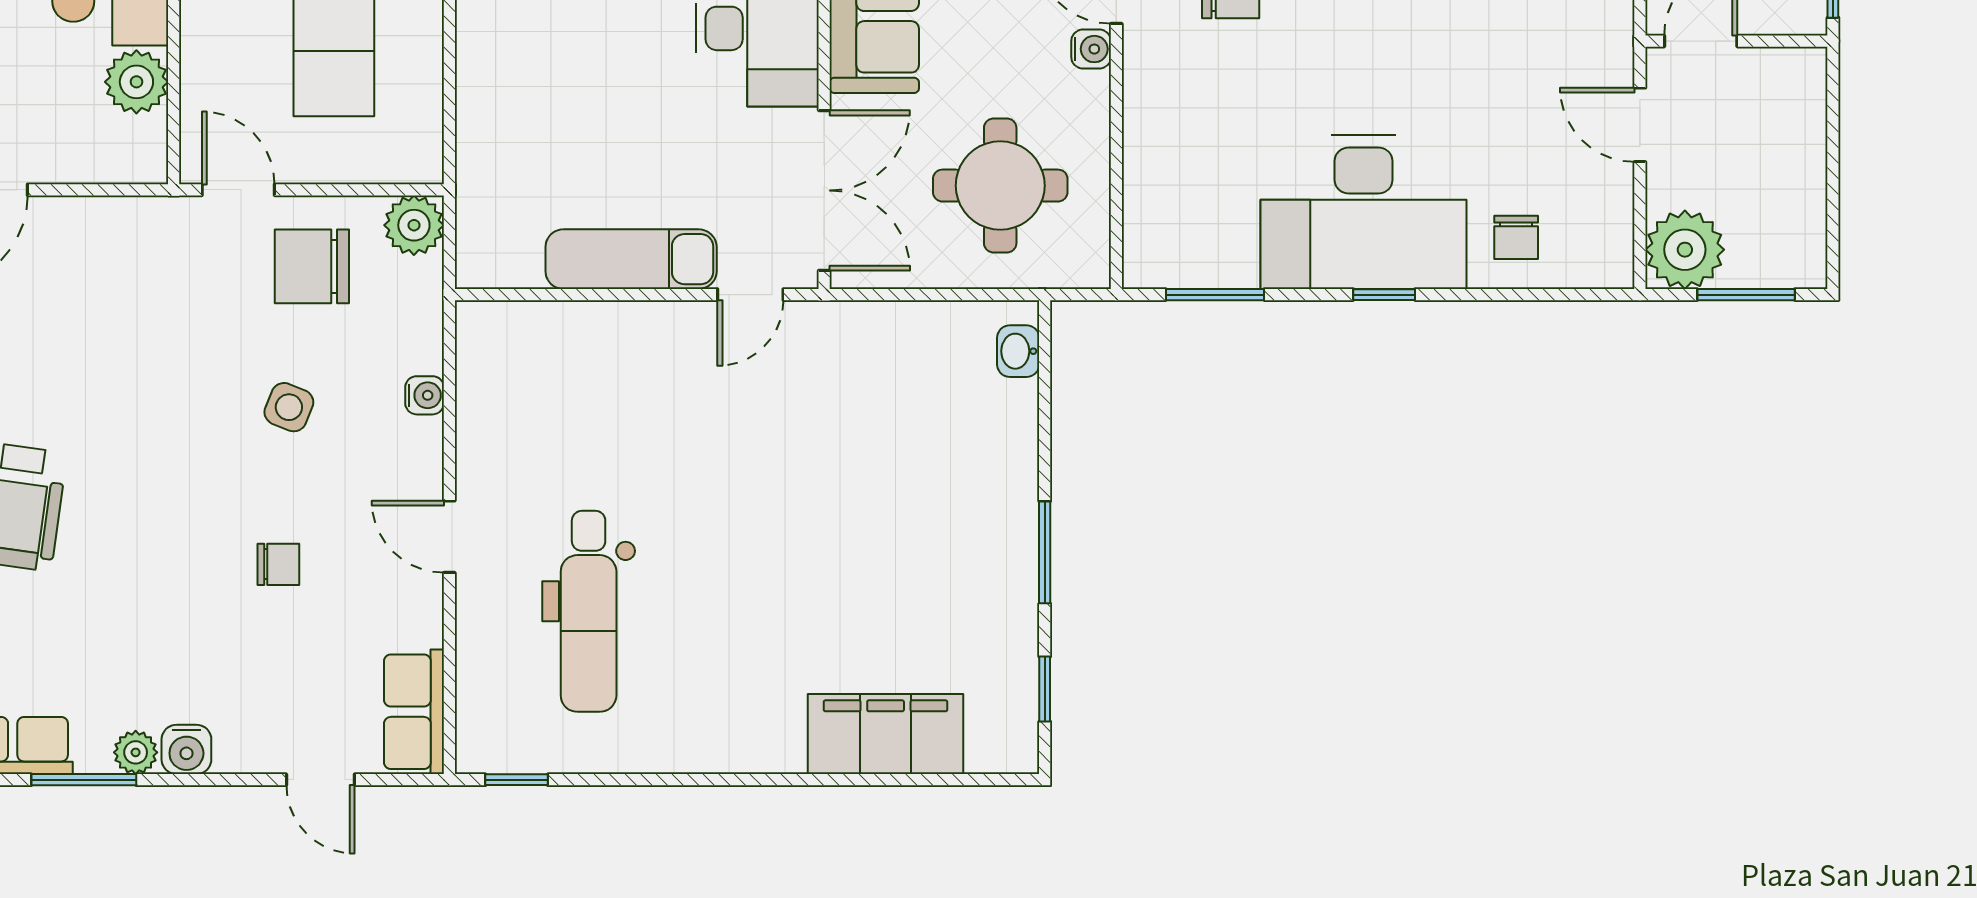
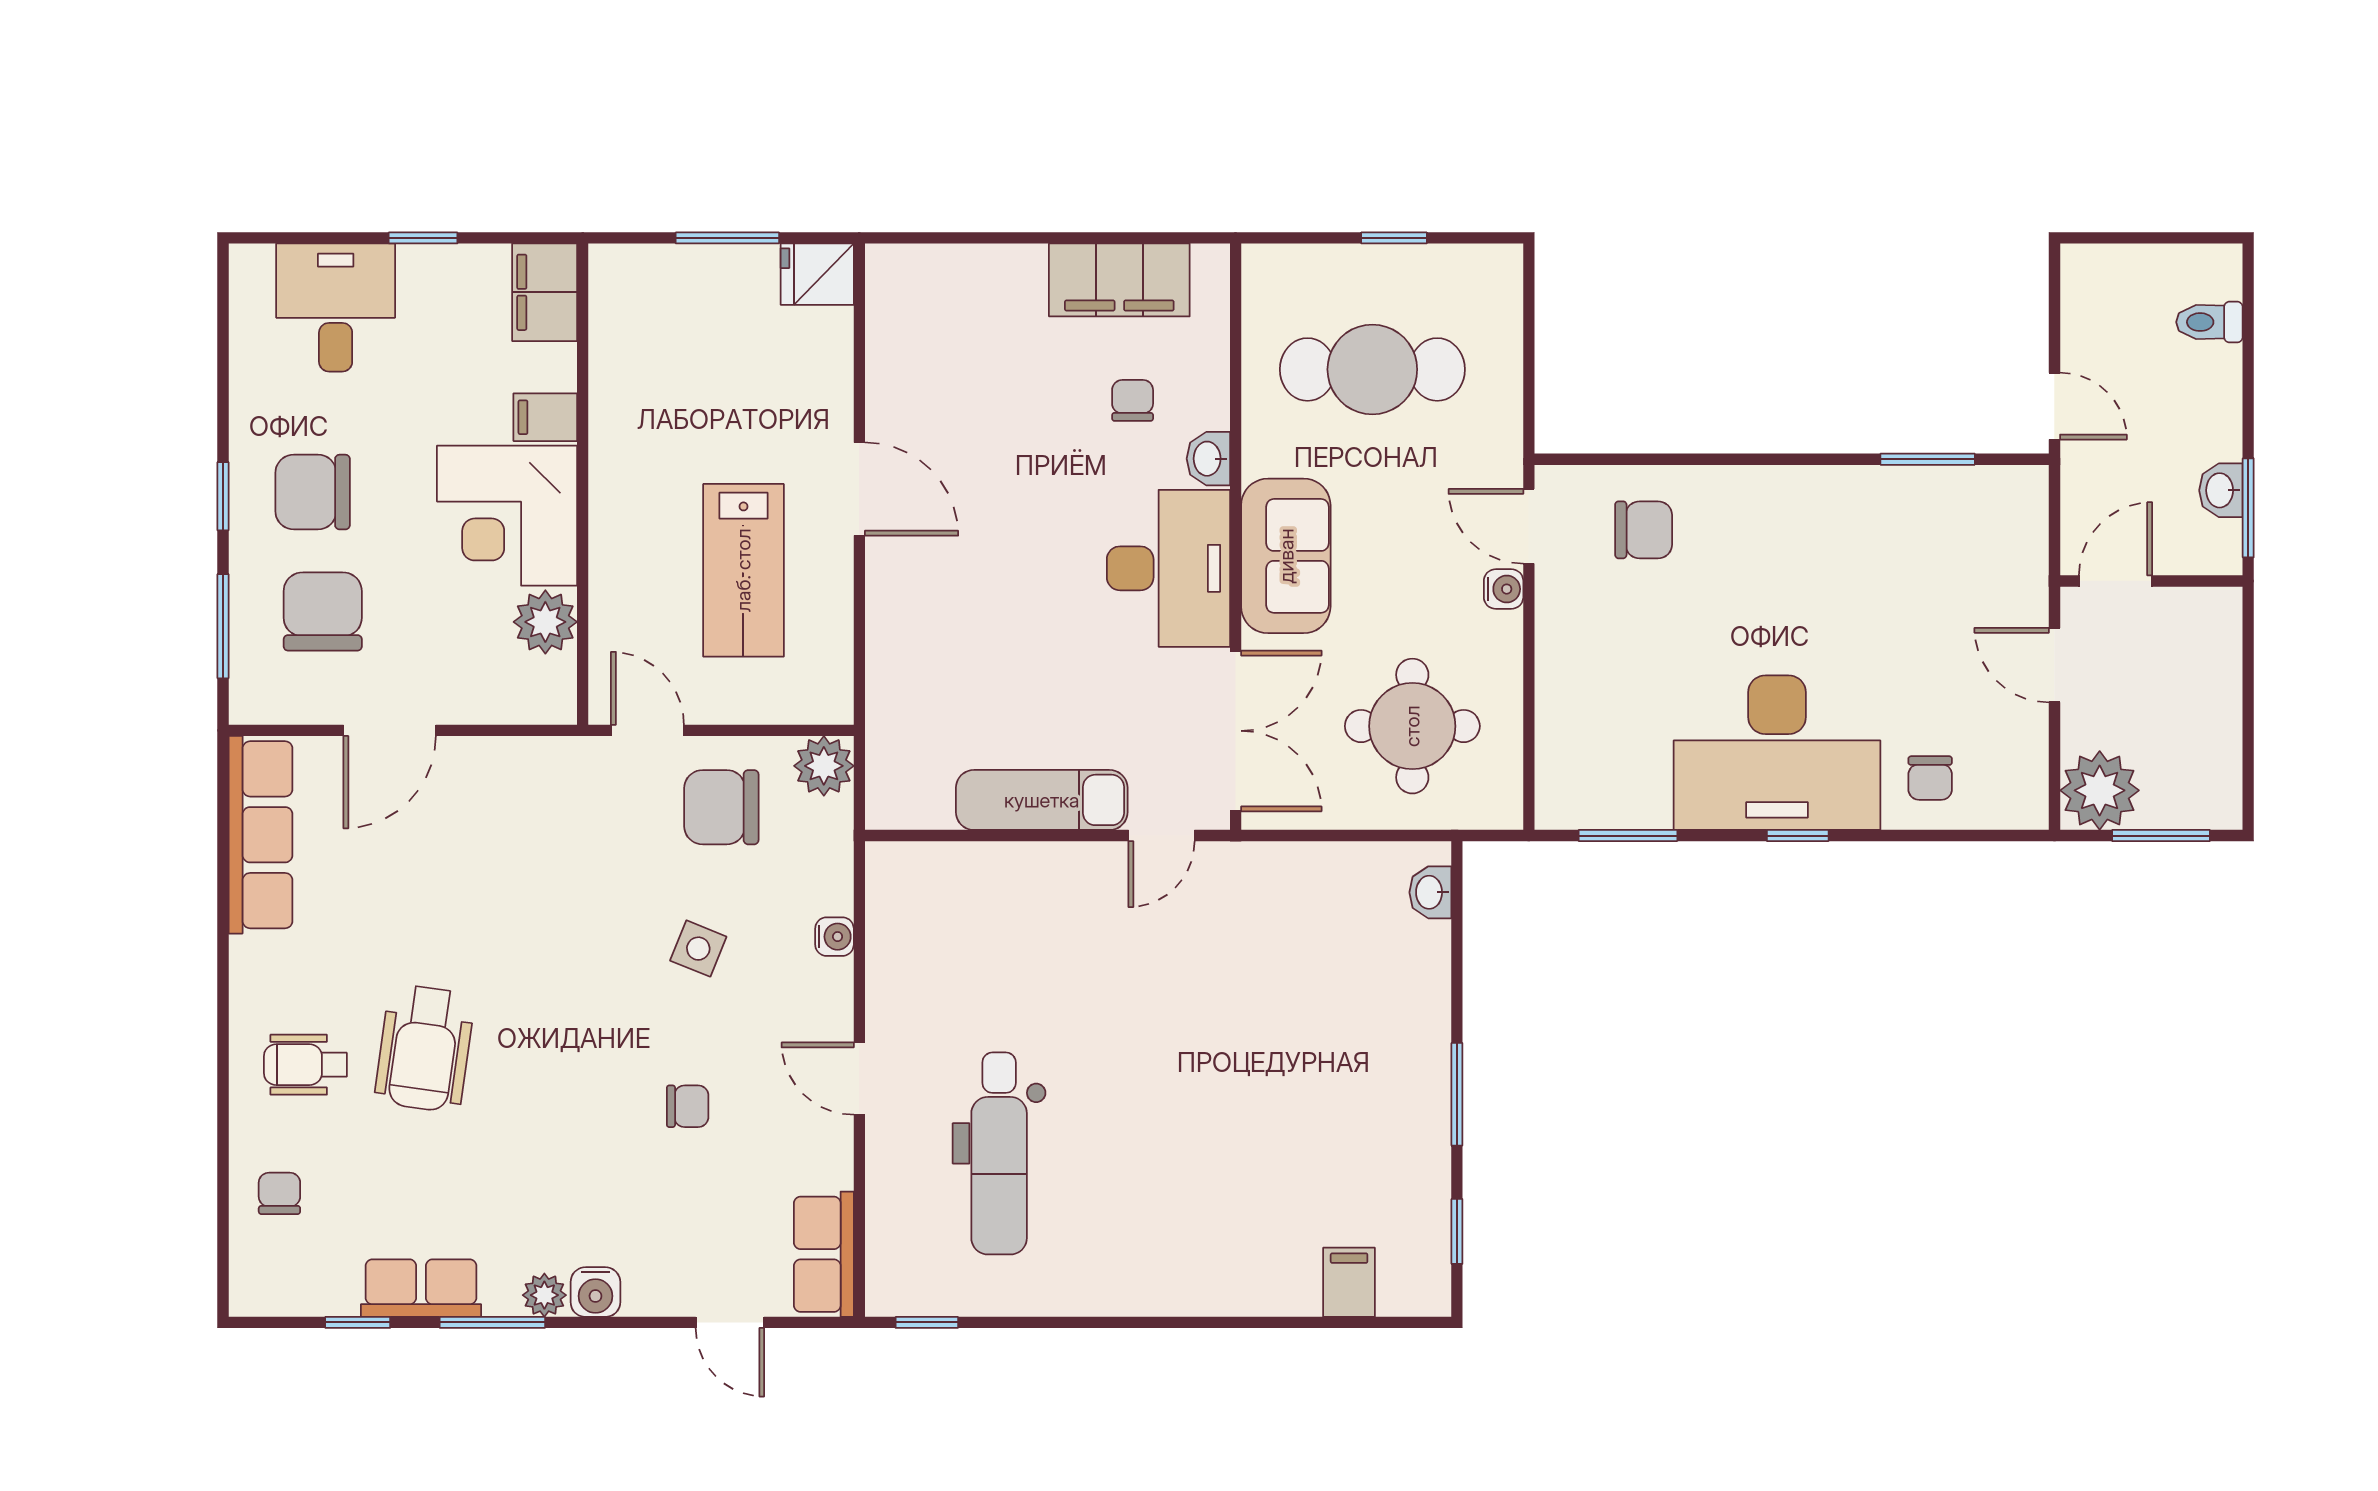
filing cabinet: (886, 734) -> (1349, 1282), width x0.33, depth x0.86

